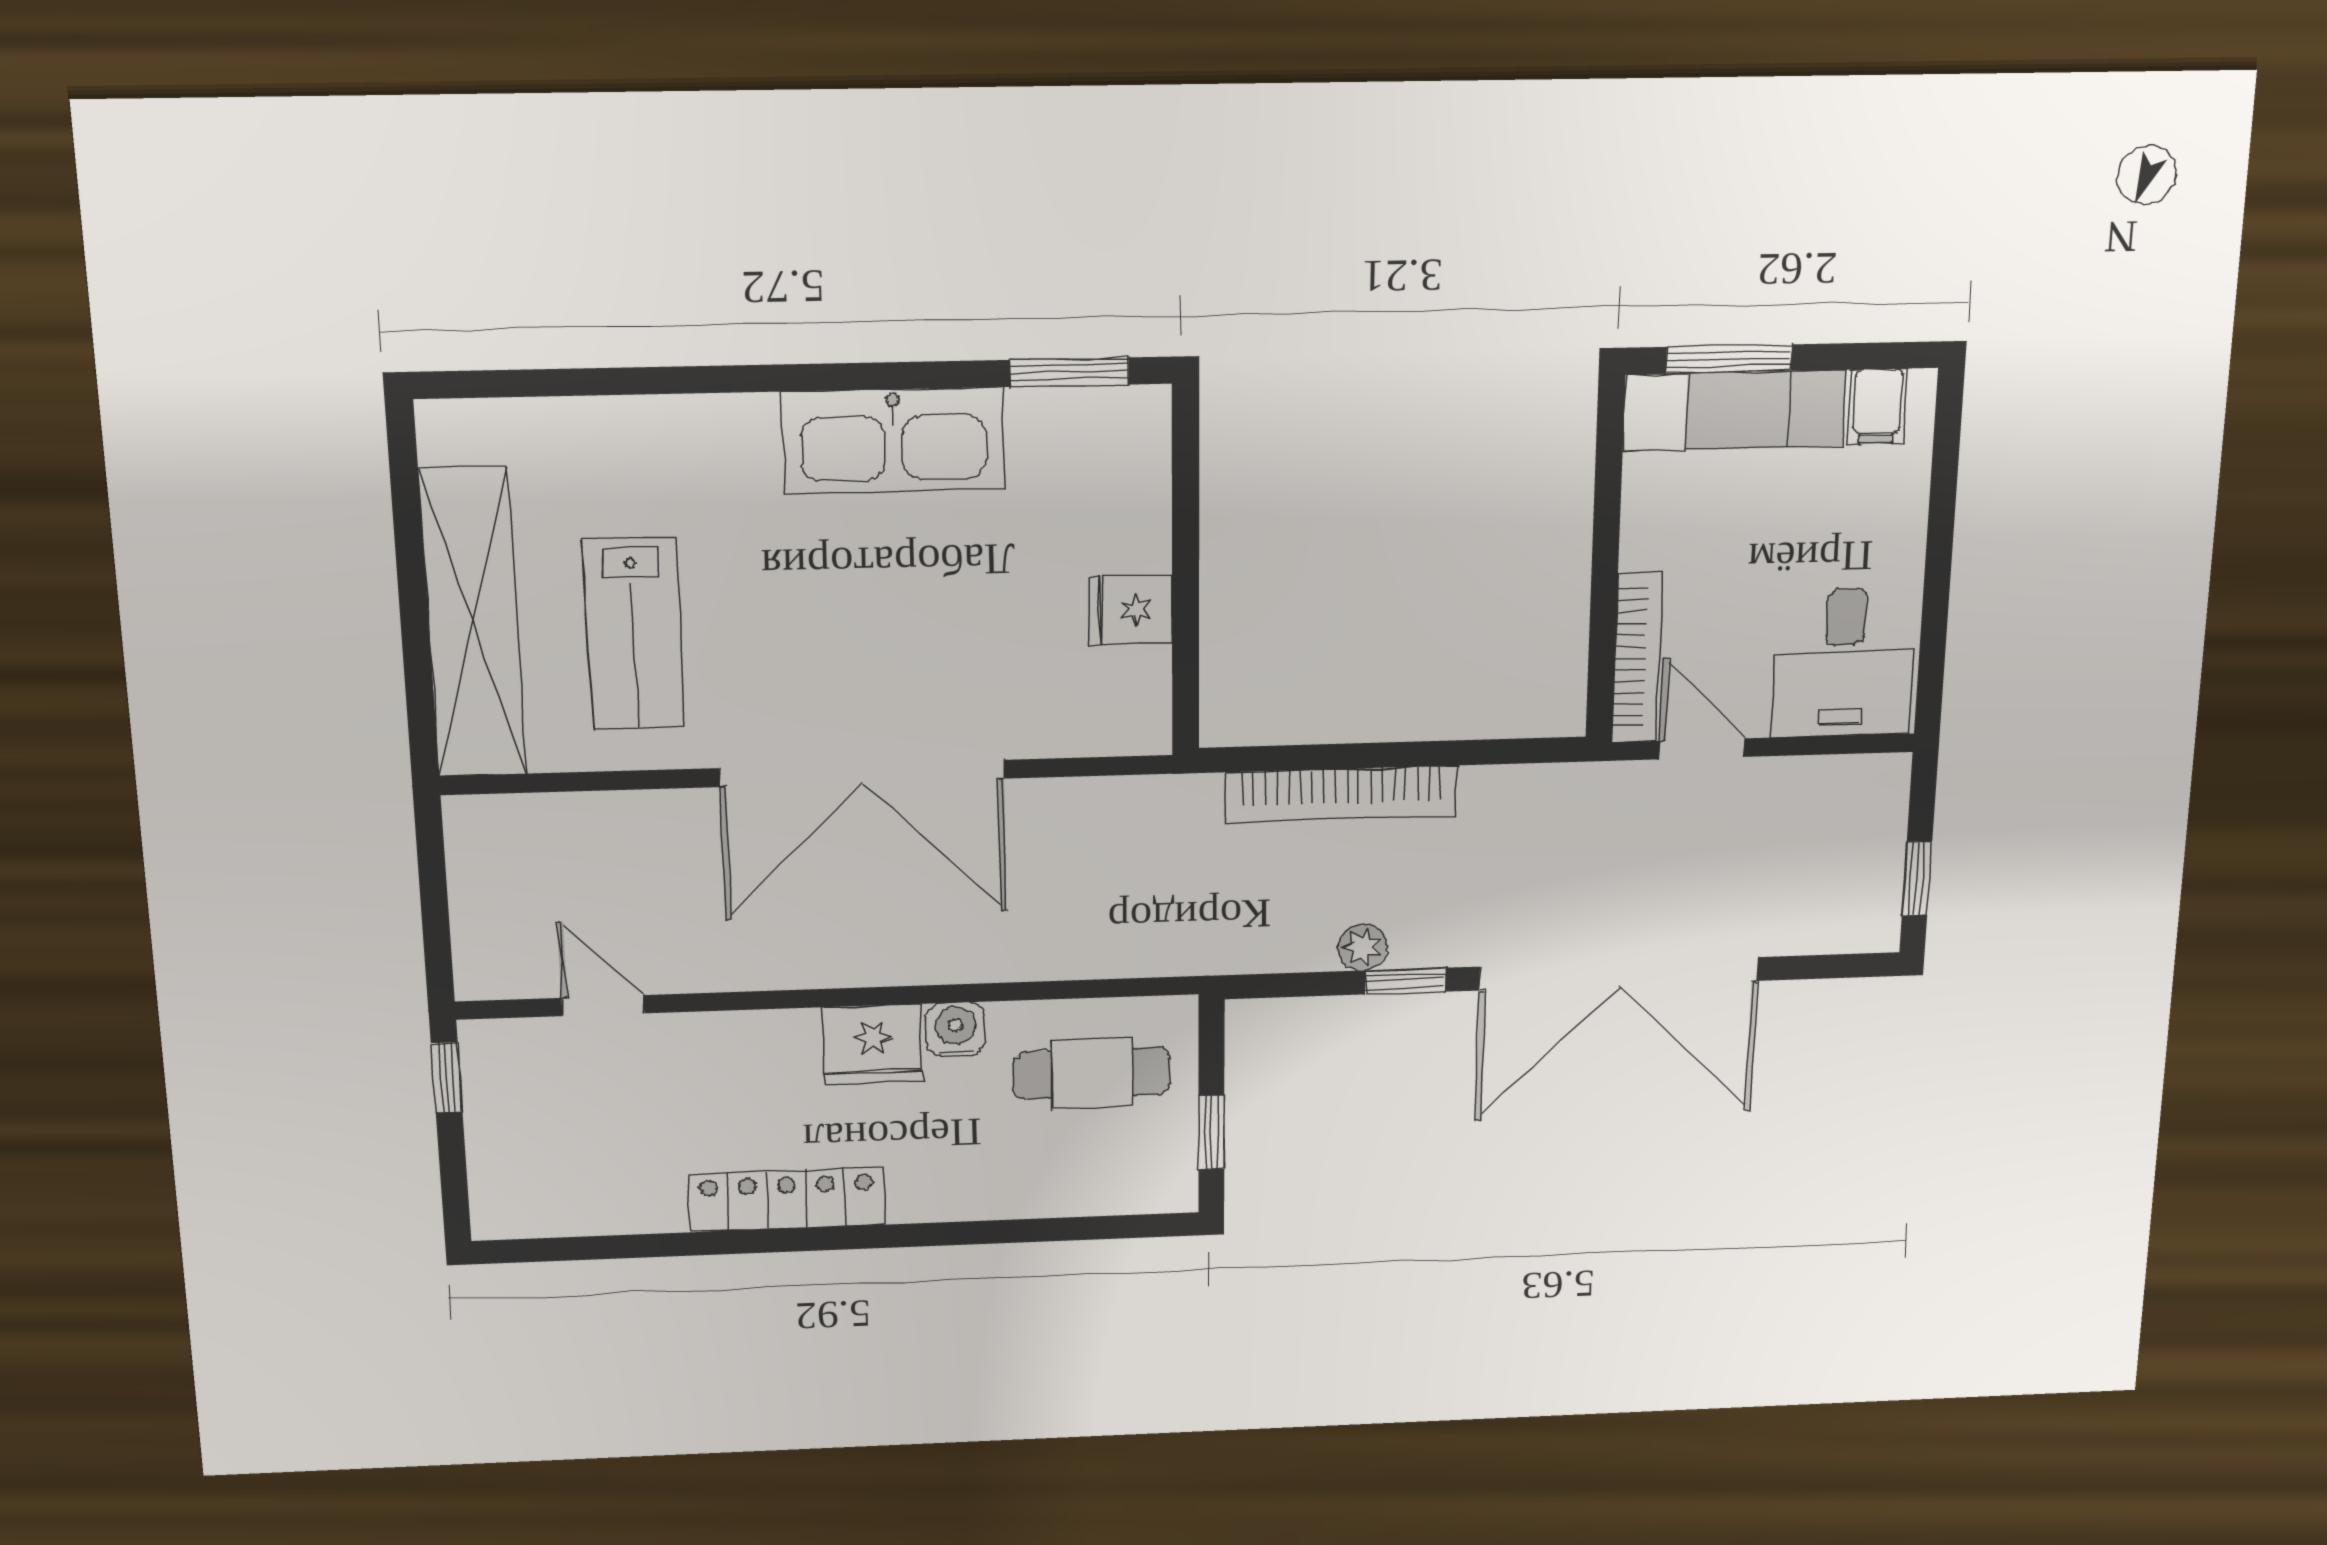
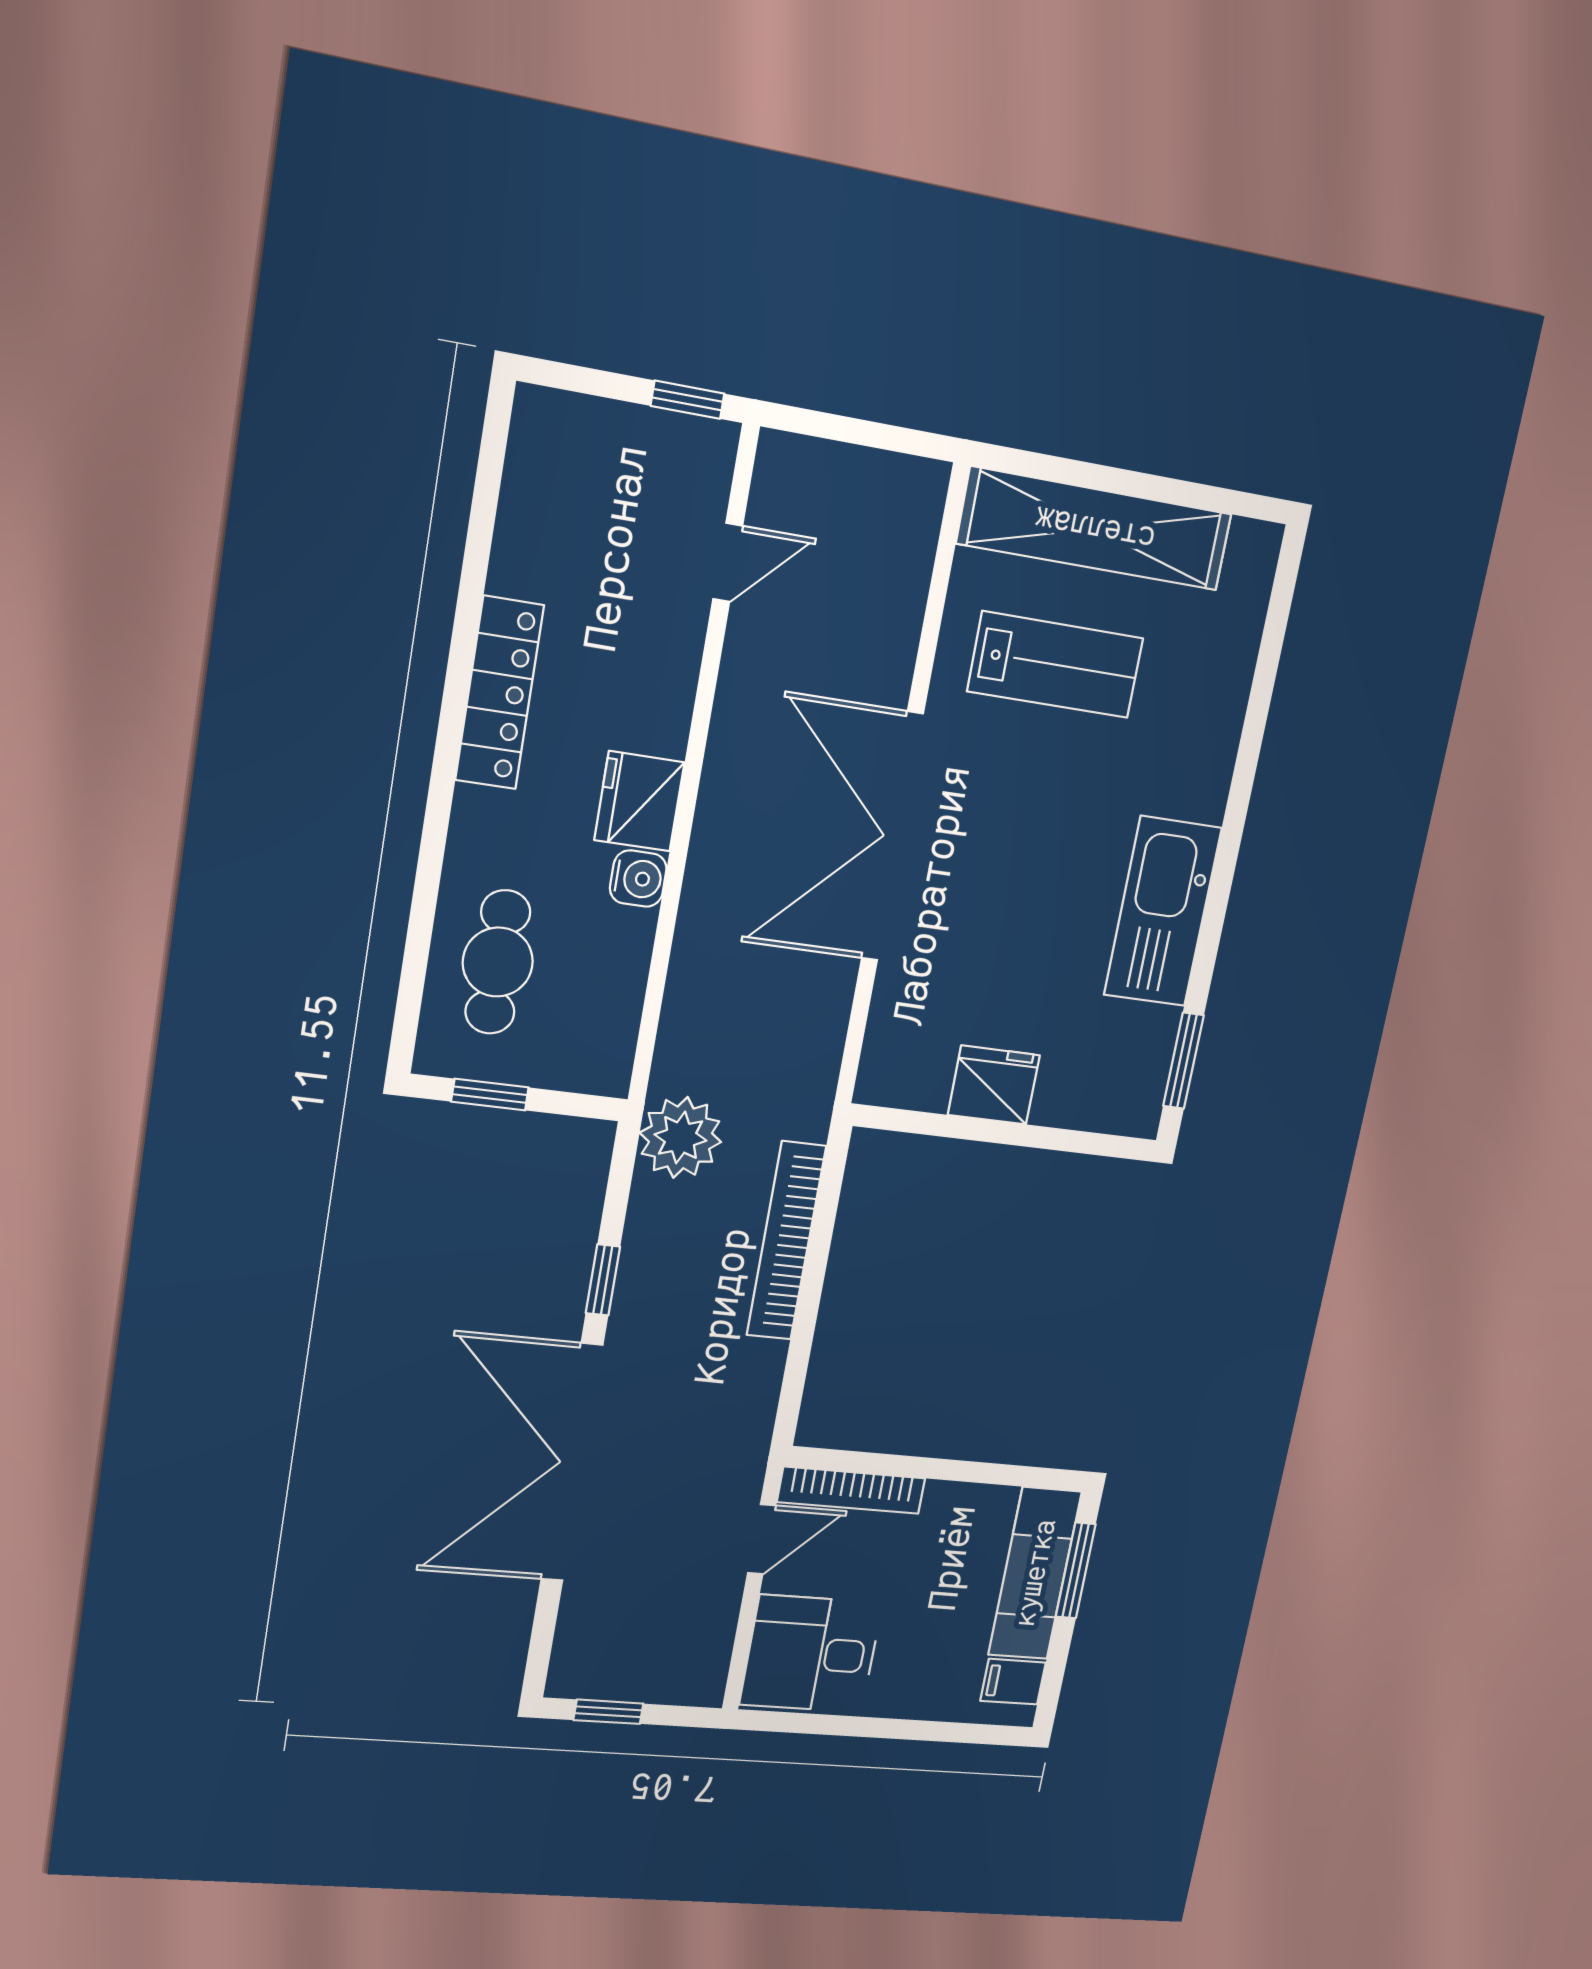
fridge: (1130, 610) -> (994, 1085), width x1.38
lab bench: (634, 634) -> (1055, 665), turned 180
plant: (1363, 947) -> (681, 1137), moved, width x1.88, depth x1.88
cafe table: (1092, 1073) -> (498, 962), moved

